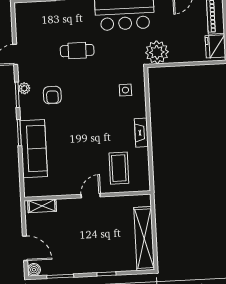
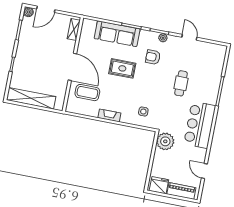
rug: (77, 131) -> (122, 68), added
door: (91, 196) -> (72, 67), width x1.87

